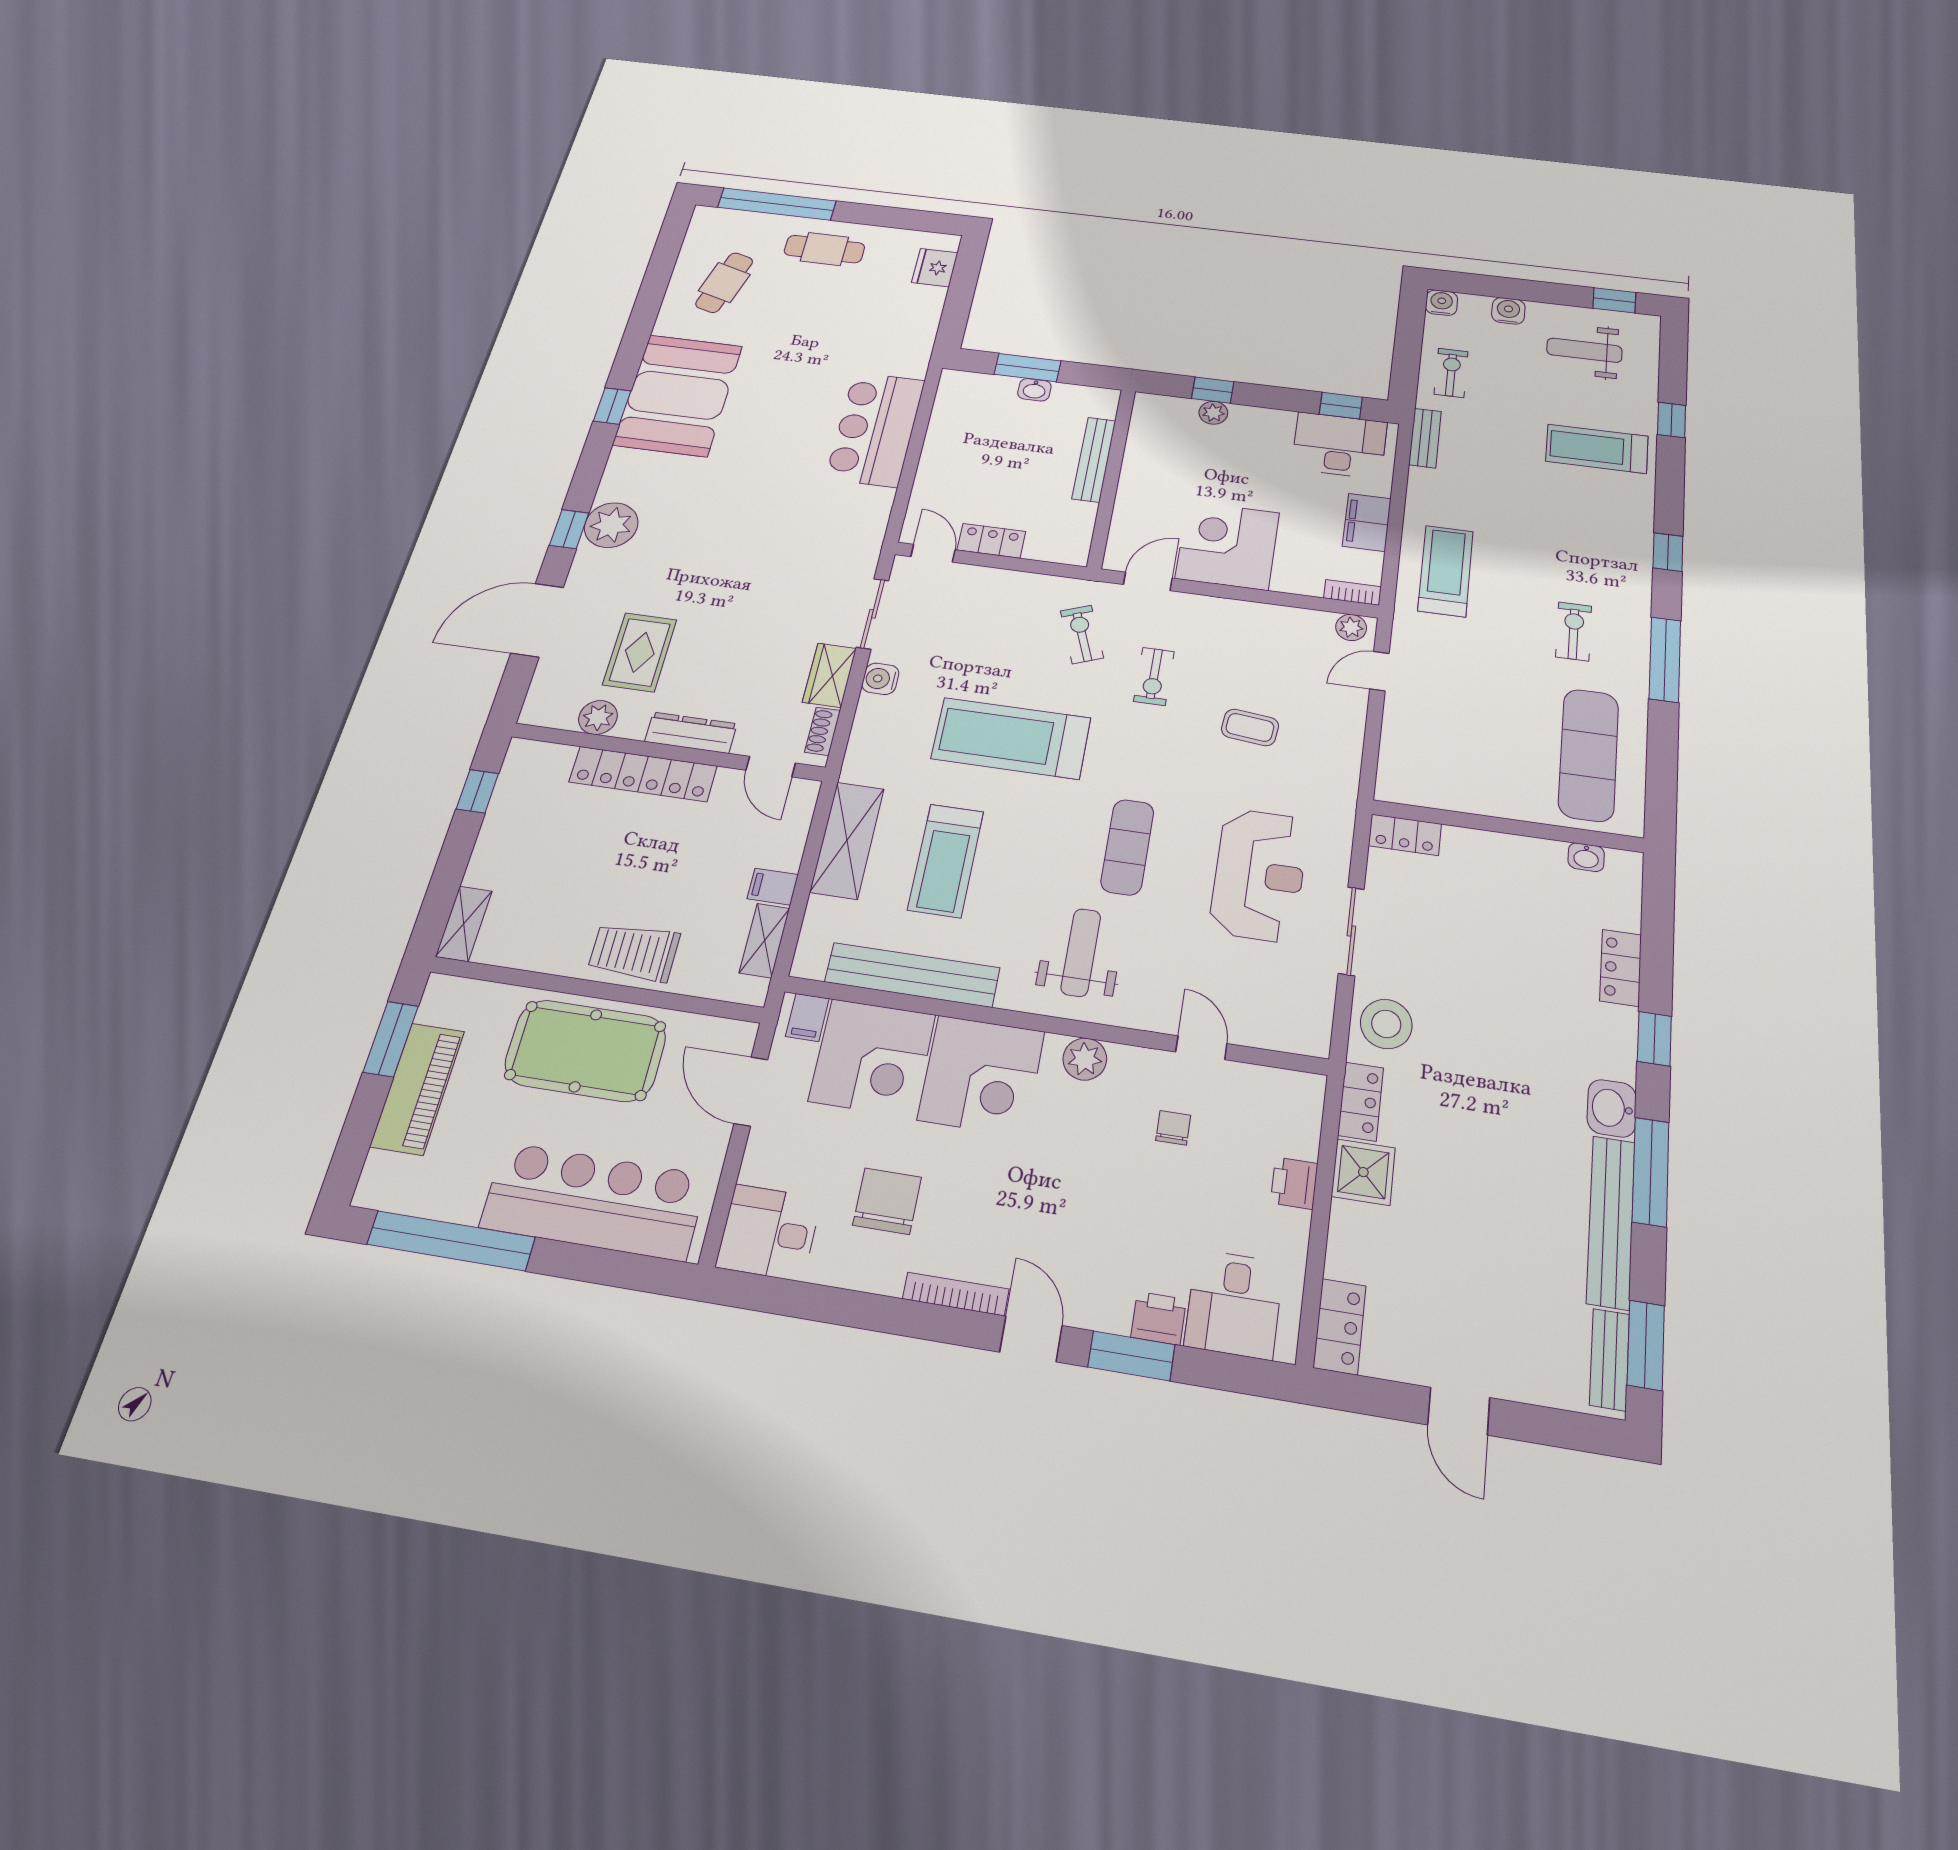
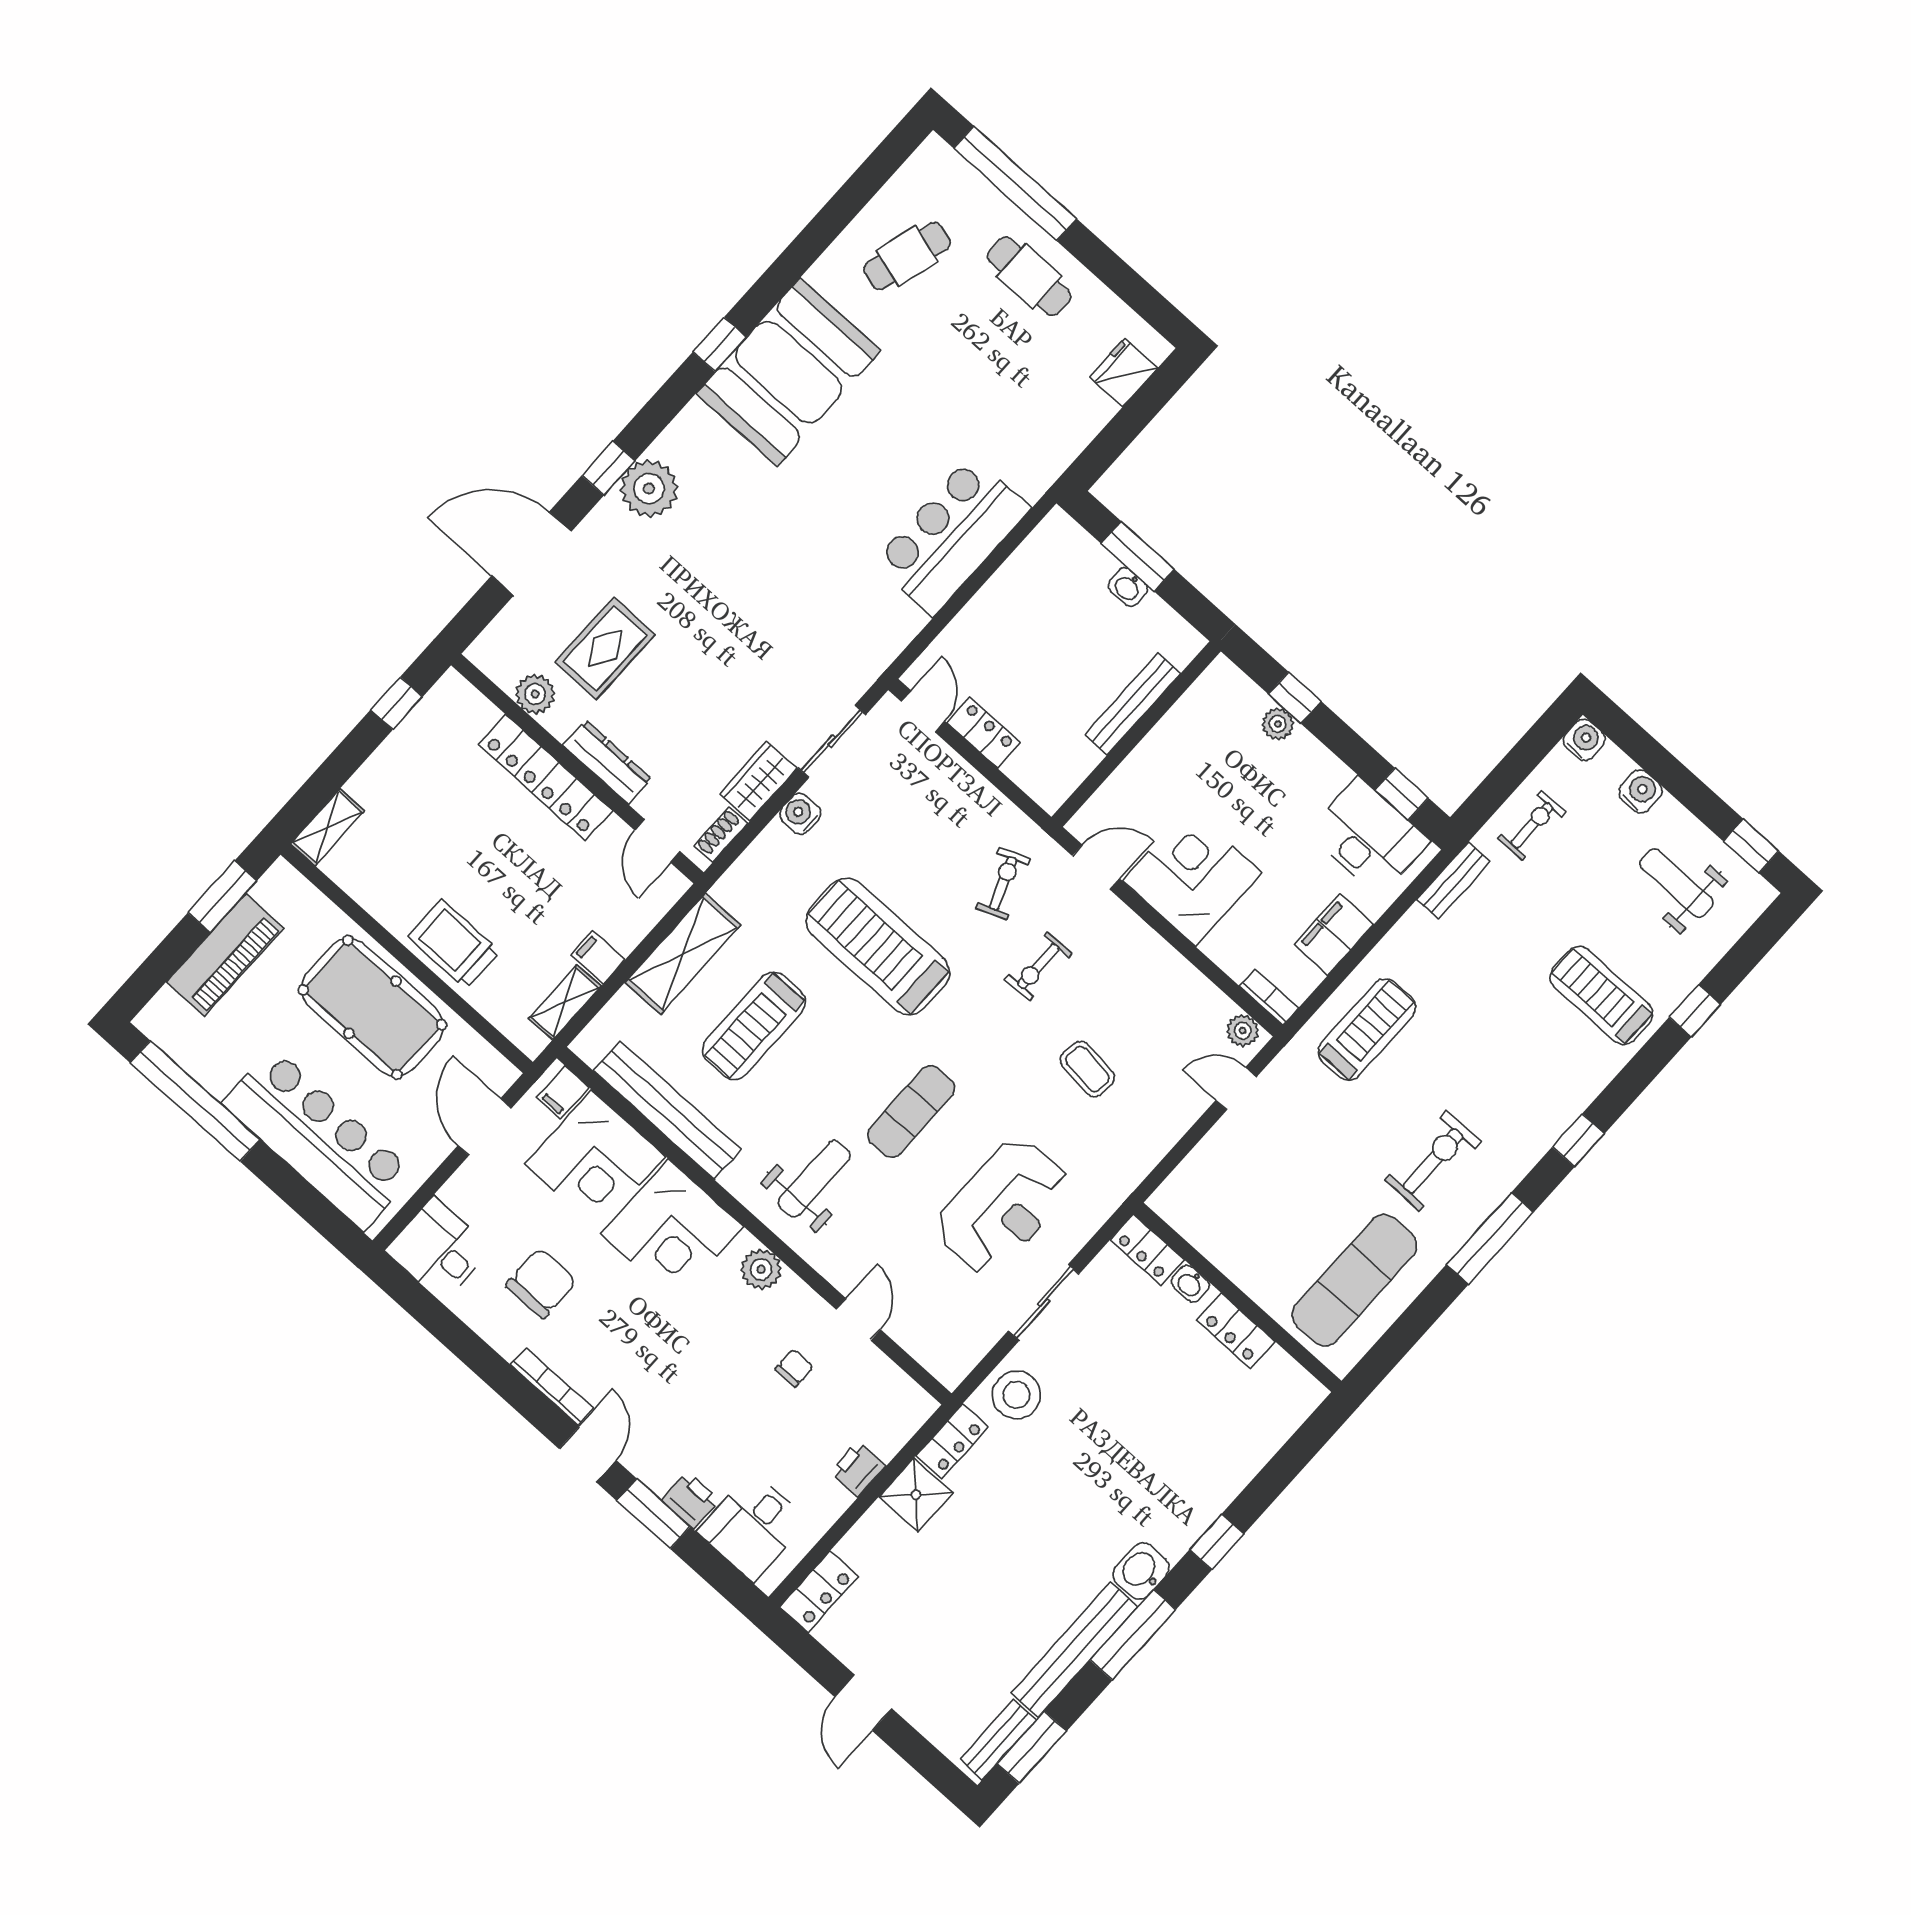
exercise bike: (1574, 631) -> (1433, 1161), width x1.38, depth x1.39
washbasin: (1586, 857) -> (1190, 1284), moved
locker: (1621, 968) -> (1236, 1331), moved, turned -90

